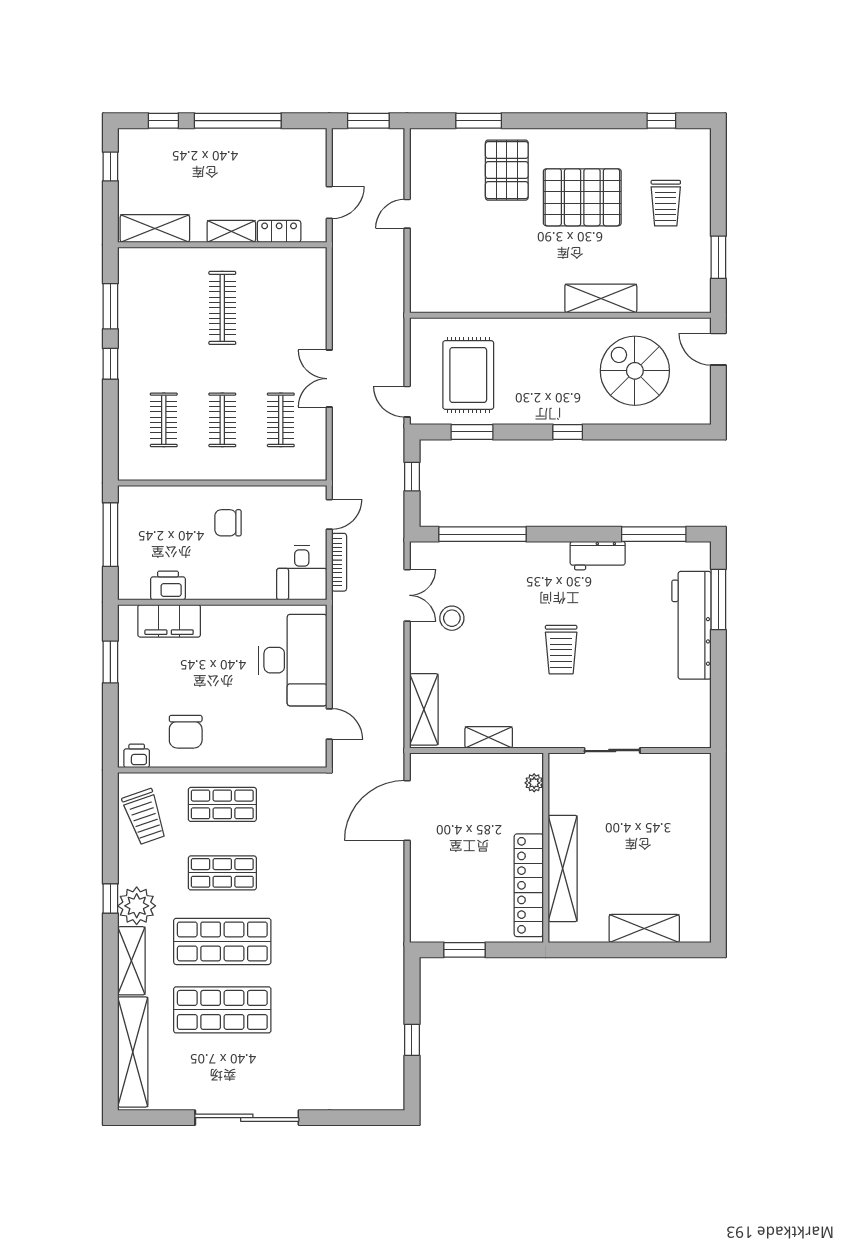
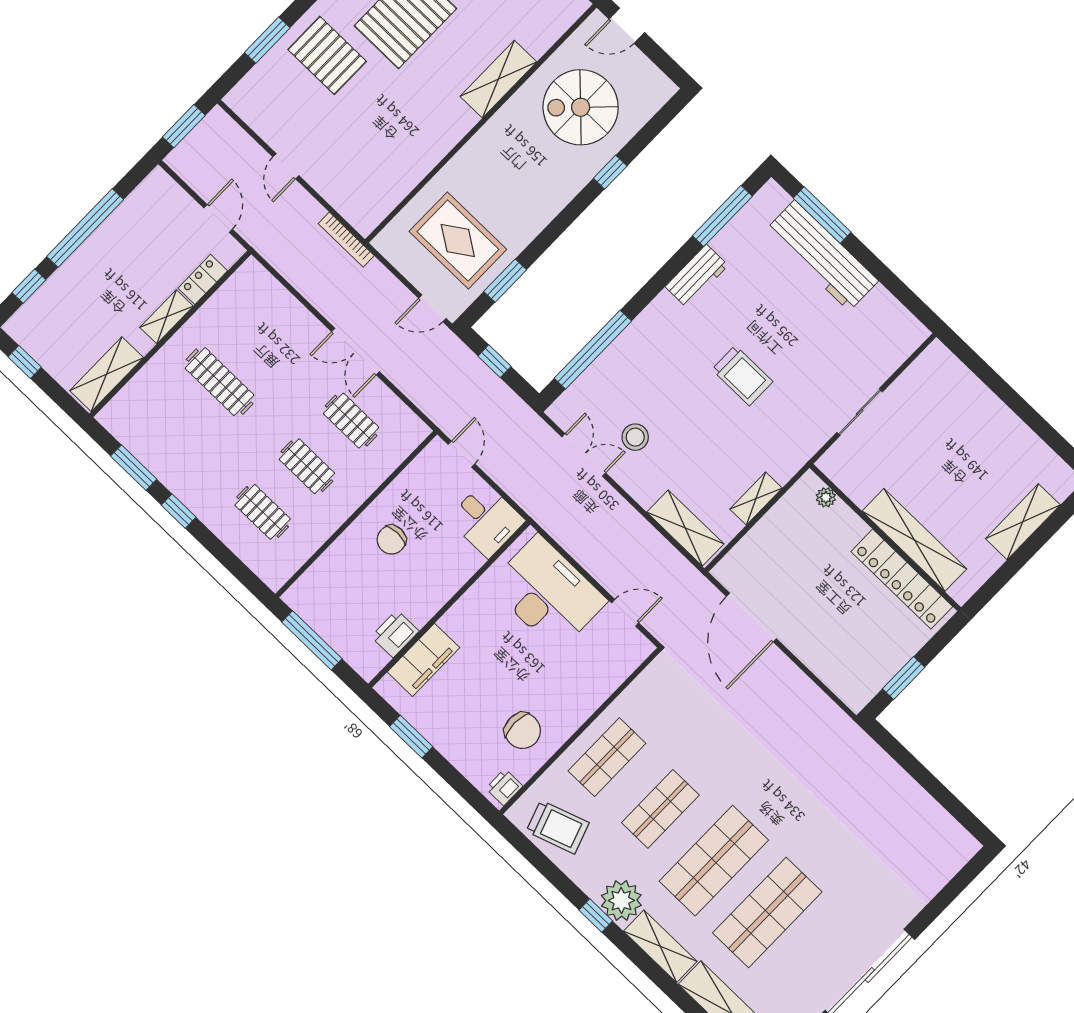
window: (568, 432) -> (610, 172), moved
bookcase: (339, 562) -> (346, 240), moved, turned 180
window: (412, 1040) -> (934, 787), removed

